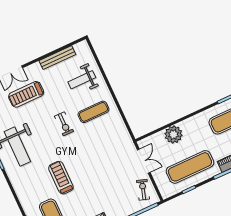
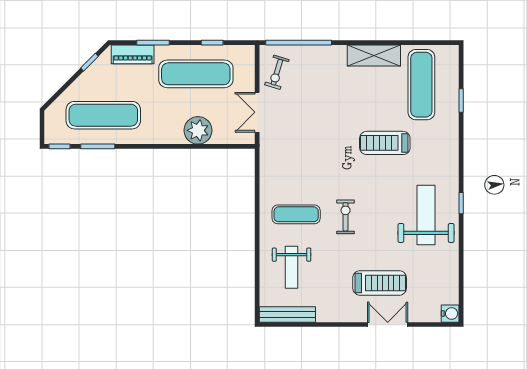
bench: (57, 58) -> (287, 314), moved
weight bench: (82, 80) -> (292, 267), turned 90
treadmill: (61, 178) -> (385, 143), turned 90

